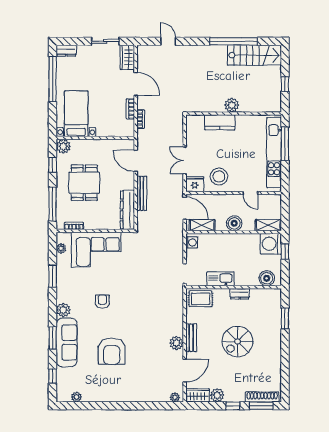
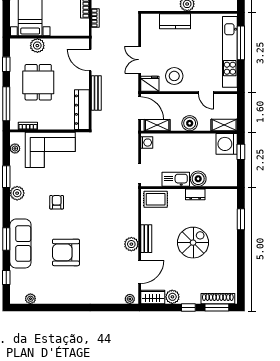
plant: (63, 146) -> (37, 46), moved
boiler: (267, 278) -> (198, 179), moved
plant: (63, 310) -> (17, 193), moved
spiral stairs: (238, 341) -> (193, 243), turned 180
armchair: (112, 351) -> (66, 252), turned 90

